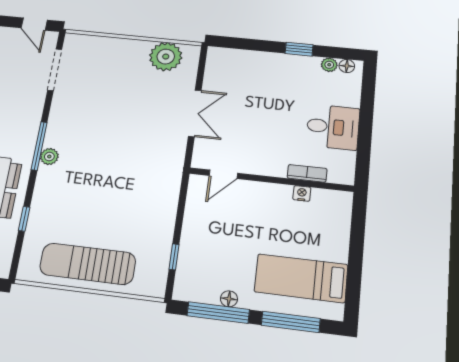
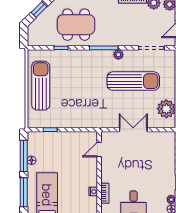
sun lounger: (108, 104) -> (133, 81), added
double door: (195, 113) -> (133, 130), swing flipped
plant: (49, 156) -> (118, 55), moved
door: (223, 174) -> (99, 149), hinge flipped

